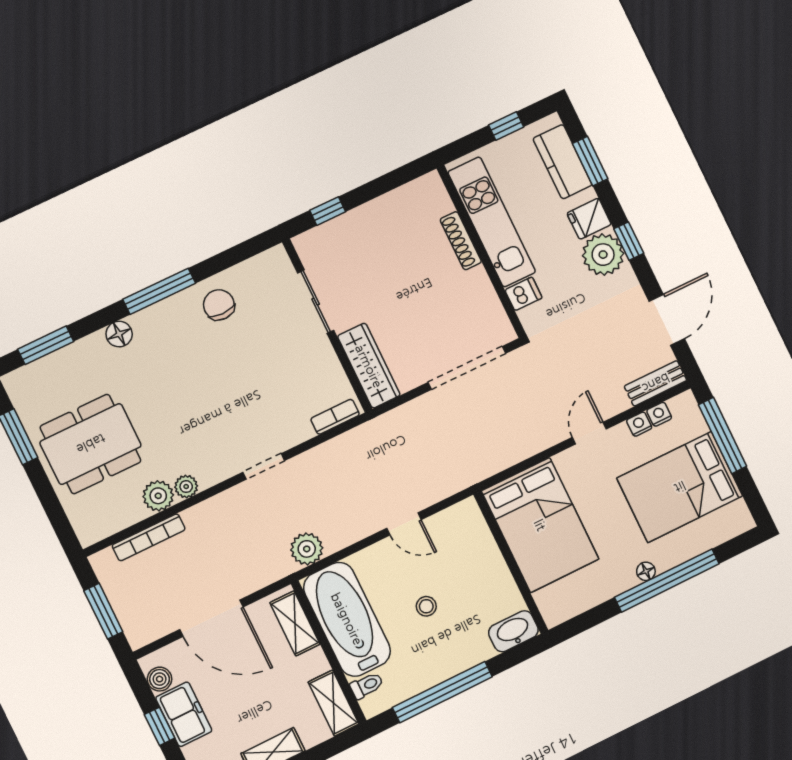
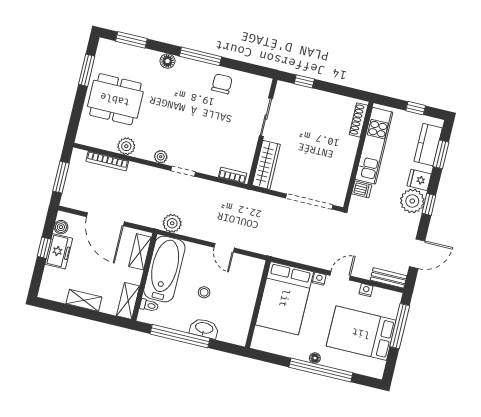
shoe rack: (461, 241) -> (359, 120), moved
nightstand: (659, 414) -> (319, 279), moved
plant: (186, 487) -> (161, 157), moved
washbasin: (513, 631) -> (204, 328), moved

